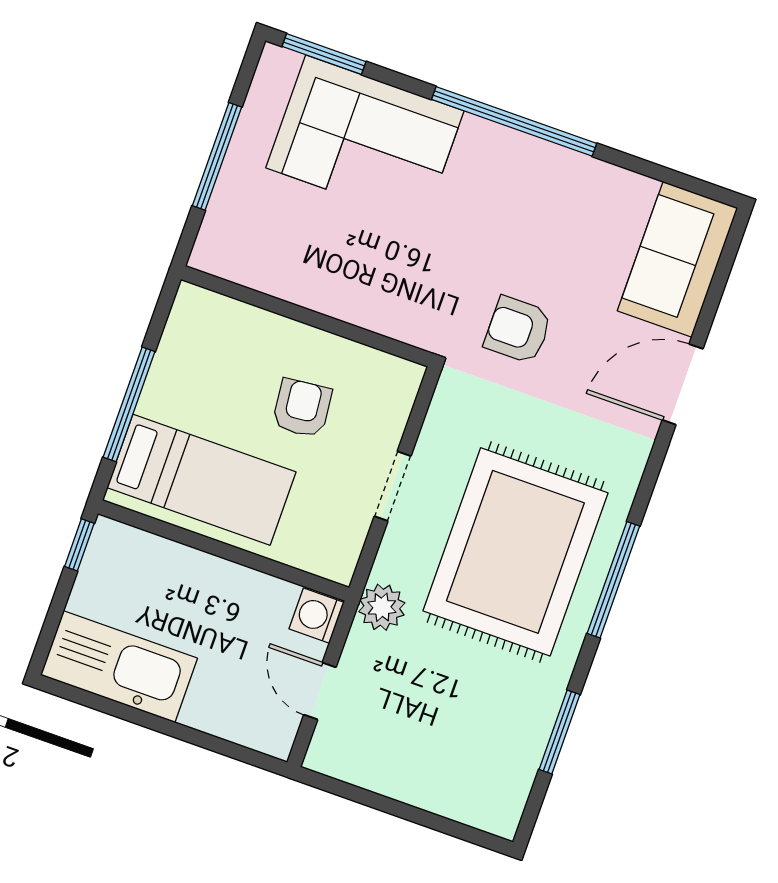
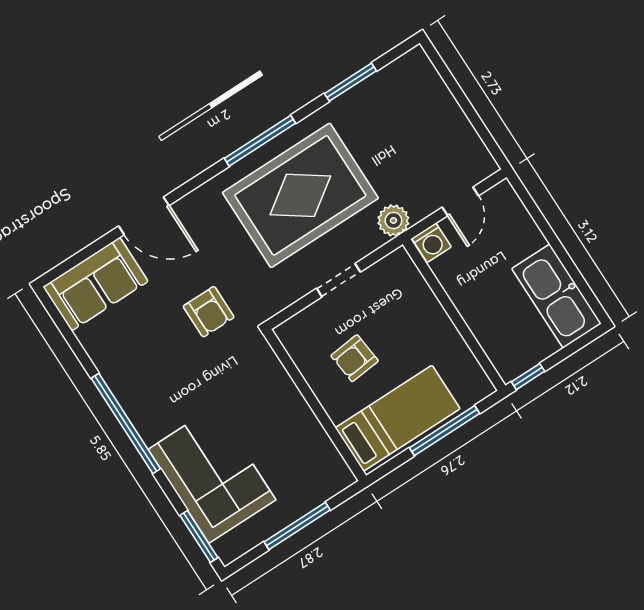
bed: (201, 480) -> (398, 418), moved, turned 90

